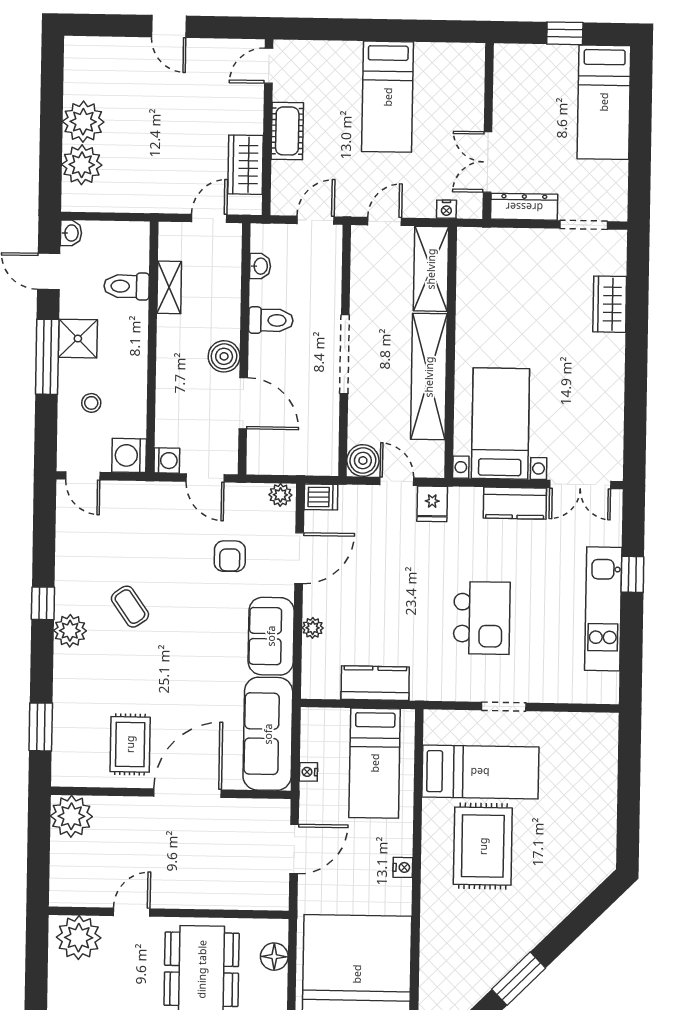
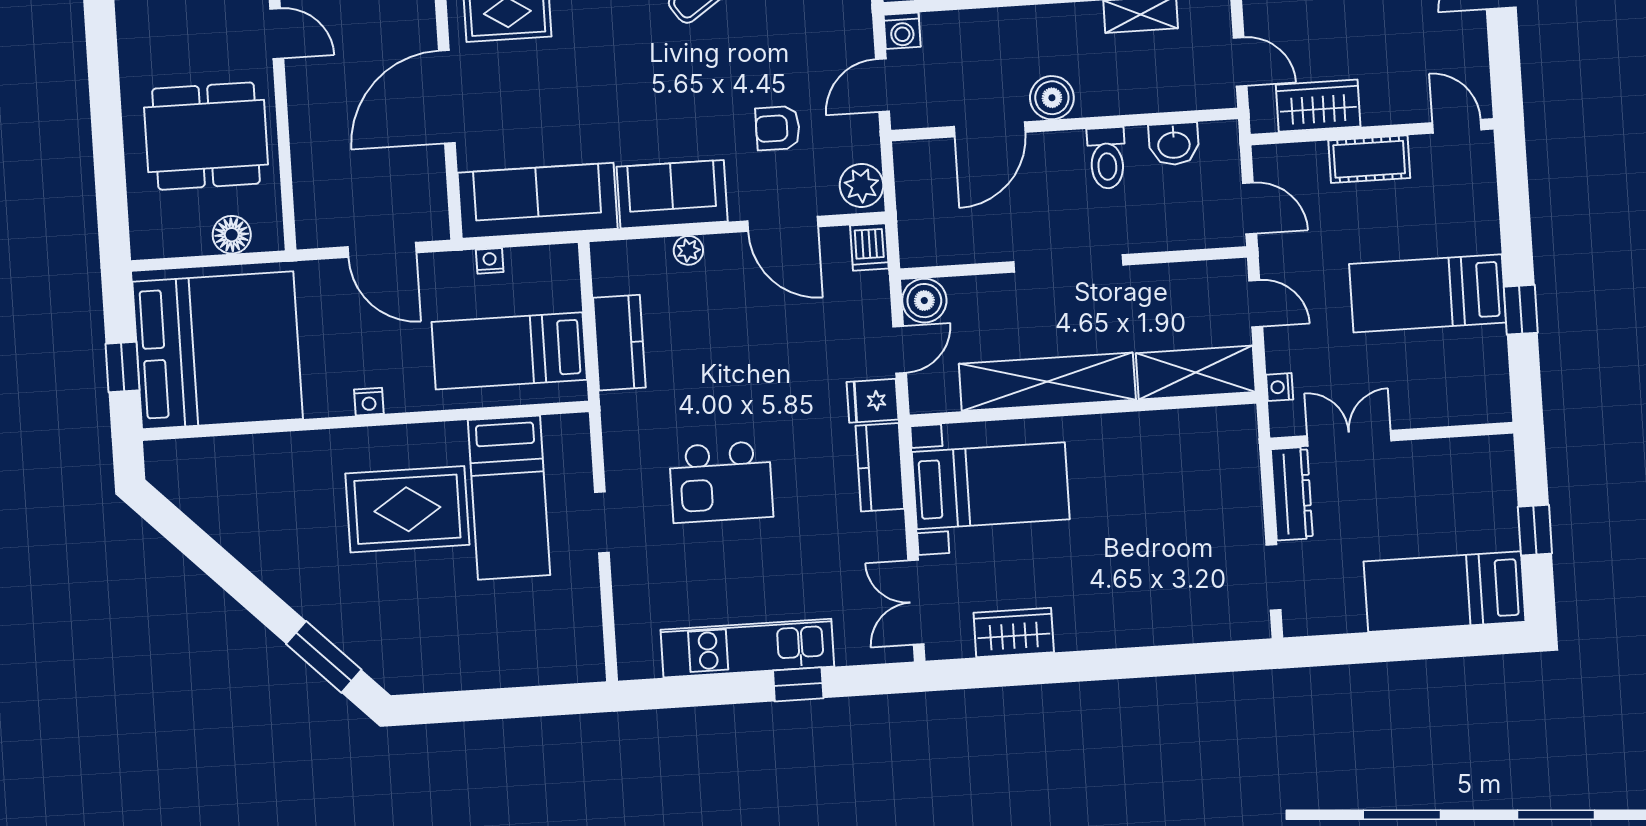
window: (405, 31) -> (1521, 310), added
washbasin: (260, 266) -> (1174, 144), width x1.38, depth x1.45
wardrobe: (610, 304) -> (1014, 632), moved
plant: (280, 495) -> (861, 185), width x1.38, depth x1.38
kitchen counter: (515, 503) -> (880, 467), moved
door: (188, 793) -> (447, 97), swing flipped
window: (519, 979) -> (324, 657), moved

